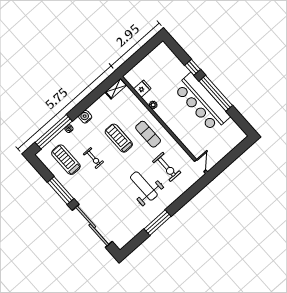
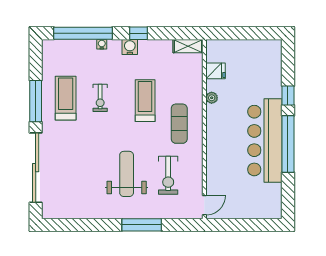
window: (83, 105) -> (138, 33), added
treadmill: (66, 160) -> (66, 98), moved
window: (158, 223) -> (142, 225), moved

